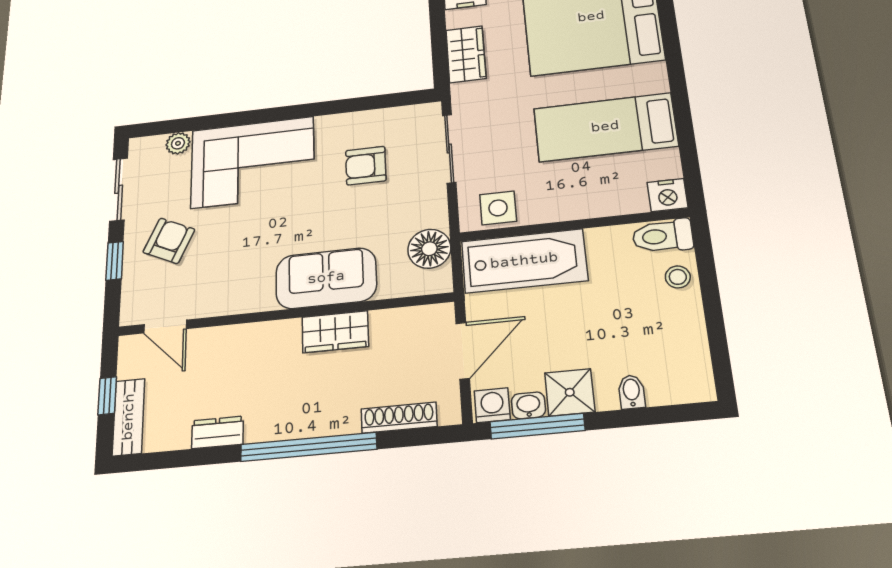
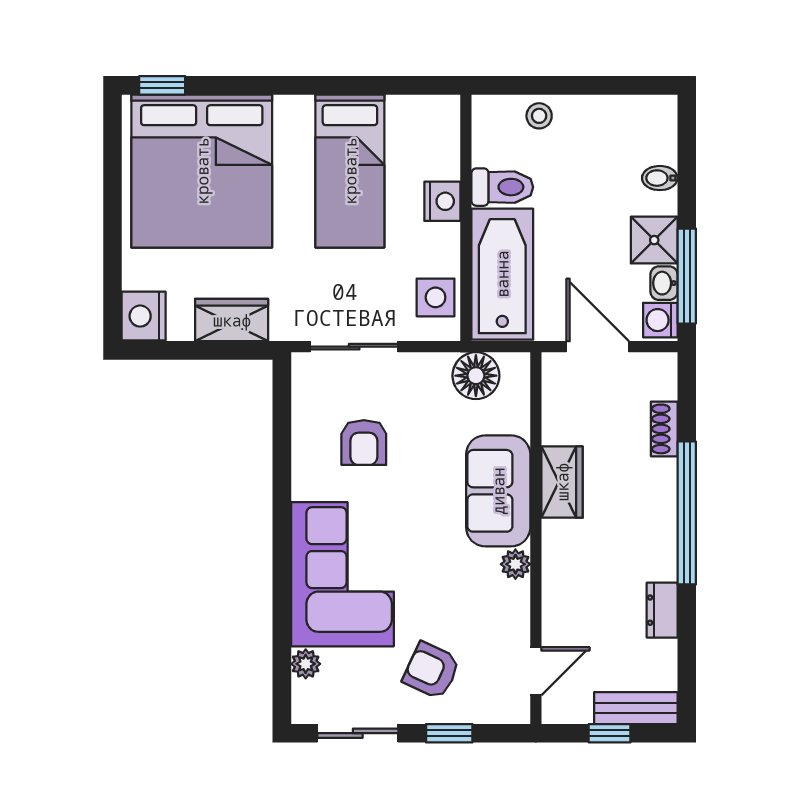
nightstand: (668, 195) -> (442, 201), moved
toilet: (663, 236) -> (502, 187), moved, turned -90
plant: (261, 300) -> (515, 564), added
shoe rack: (399, 418) -> (664, 429), width x0.70

